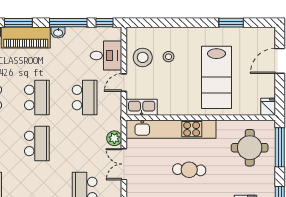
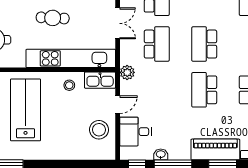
washbasin: (58, 33) -> (161, 154), moved
stool: (169, 57) -> (69, 85), moved
school desk: (85, 98) -> (157, 44), moved, turned 180
plant: (114, 138) -> (127, 72), moved

